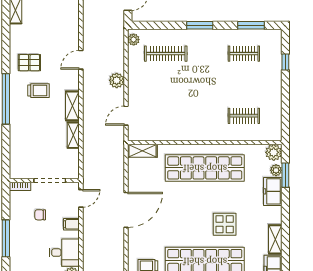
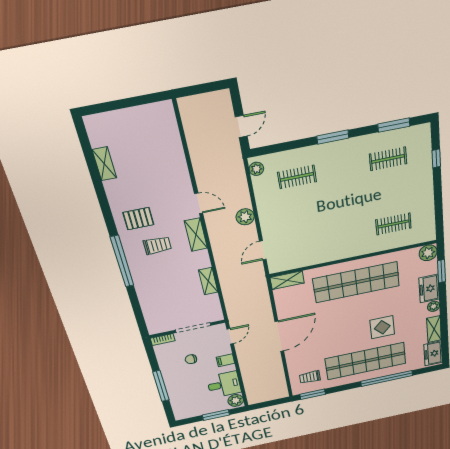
clothes rail: (166, 54) -> (297, 177), width x0.73
door: (81, 60) -> (199, 203), swing flipped
shelving: (72, 106) -> (196, 235), moved
plant: (276, 170) -> (434, 306), moved

